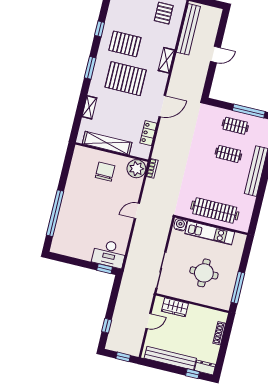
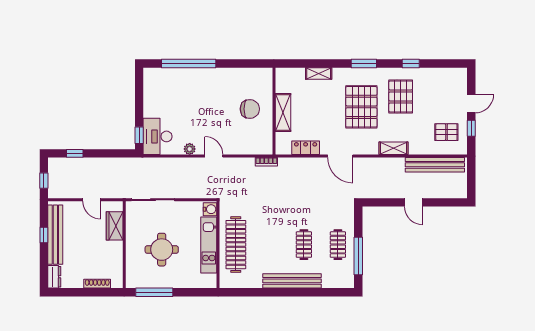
shelving: (107, 143) -> (283, 112), width x0.68
plant: (136, 169) -> (190, 149), moved, width x0.53, depth x0.53
window: (193, 374) -> (44, 235), moved

